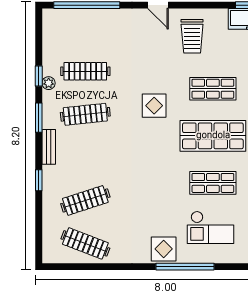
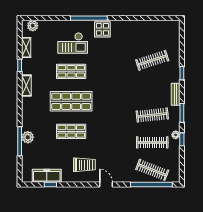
trolley: (192, 36) -> (84, 165), turned 90
display table: (154, 106) -> (108, 121), removed
checkout: (210, 227) -> (73, 43), turned 180
clothes rail: (85, 243) -> (152, 170), moved

